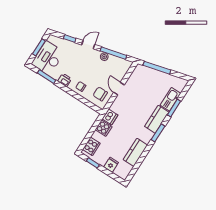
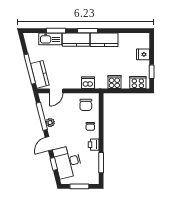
door: (88, 45) -> (49, 144), hinge flipped
desk: (48, 58) -> (68, 162), moved, turned 76
kitchen counter: (148, 73) -> (40, 74), added
door: (119, 89) -> (56, 91), moved
dishwasher: (110, 117) -> (88, 83), moved
kitchen counter: (135, 152) -> (104, 40), moved

